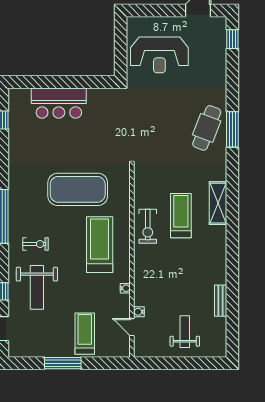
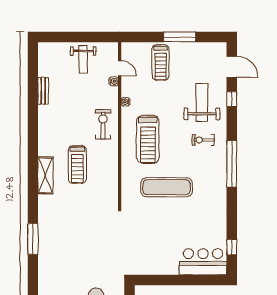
bar counter: (59, 103) -> (203, 262), moved
cafe table: (207, 128) -> (55, 240), removed
exercise mat: (78, 189) -> (167, 187), width x0.68
exercise bike: (148, 226) -> (103, 124), moved
weight bench: (185, 332) -> (83, 59), moved

